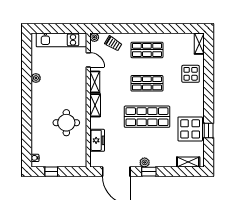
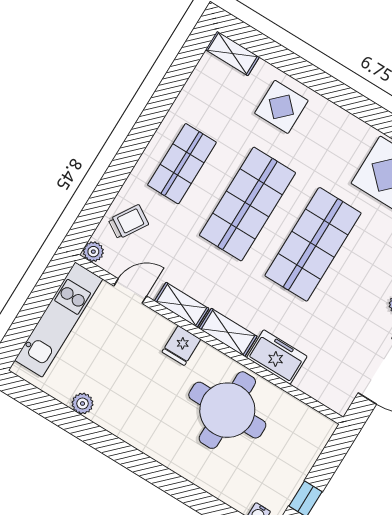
plant: (36, 78) -> (82, 404), moved
shop shelf: (147, 83) -> (247, 204), width x1.43, depth x1.36
fridge: (80, 91) -> (181, 346), added
round table: (66, 123) -> (227, 410), width x1.36, depth x1.36
freezer: (97, 140) -> (277, 357), moved

